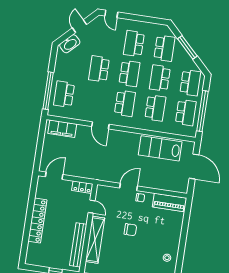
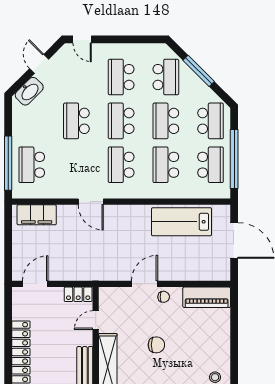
school desk: (129, 73) -> (121, 121), turned 180
school desk: (125, 103) -> (121, 165), turned 180
school desk: (155, 108) -> (166, 165), turned 180
door: (92, 207) -> (96, 320), swing flipped

